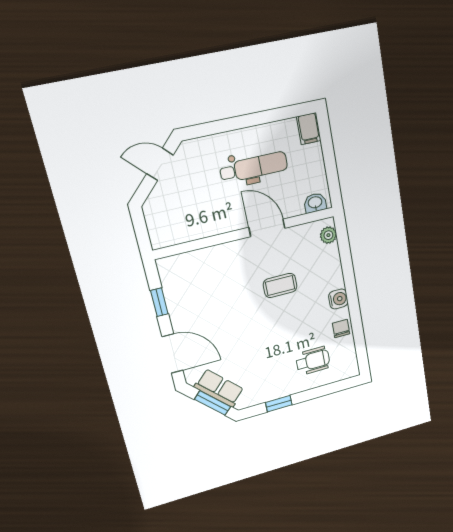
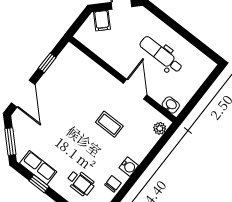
filing cabinet: (309, 129) -> (102, 21), moved, turned -45
dental chair: (254, 167) -> (161, 55), turned 180
row of seats: (219, 388) -> (38, 168), moved, turned -45

